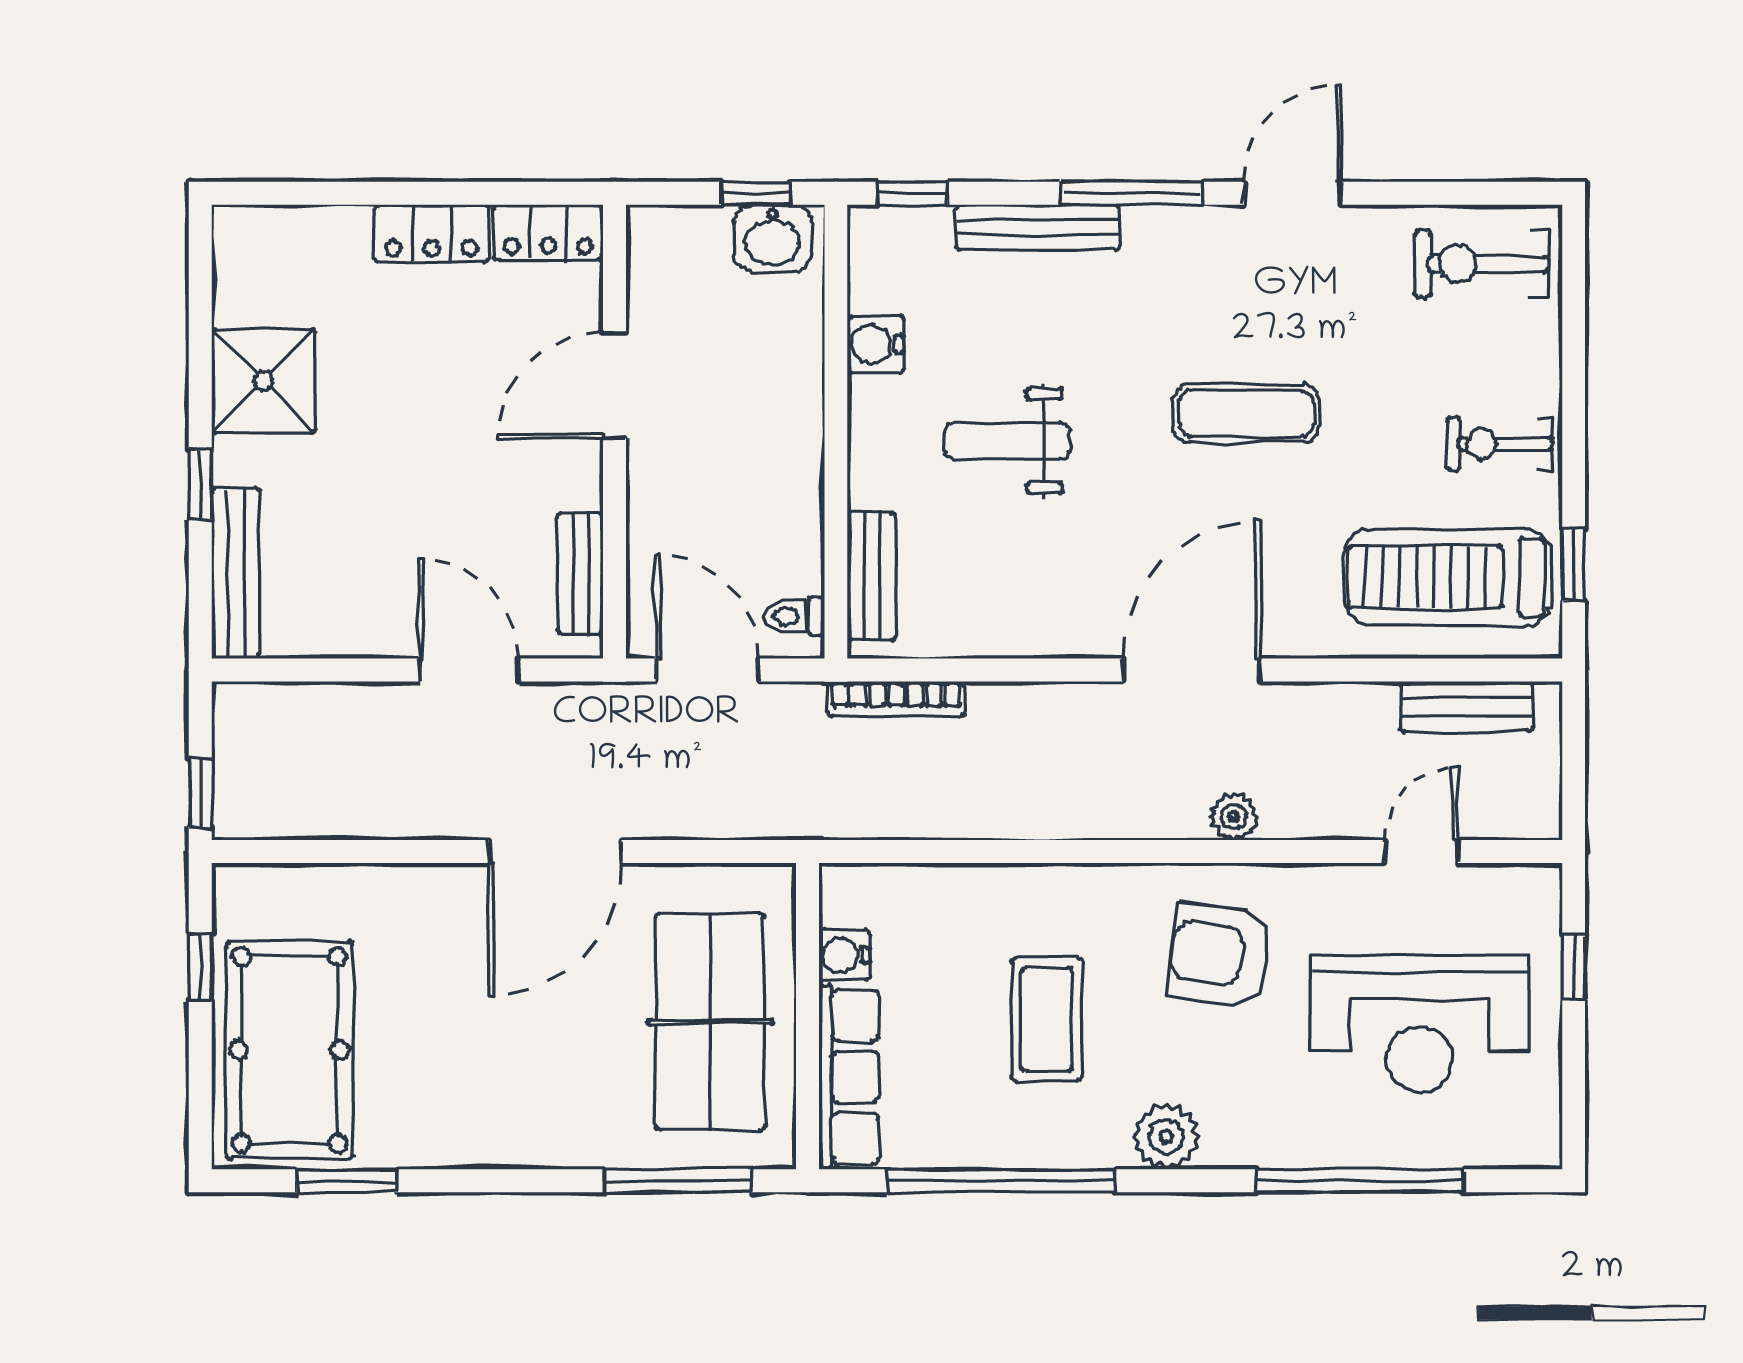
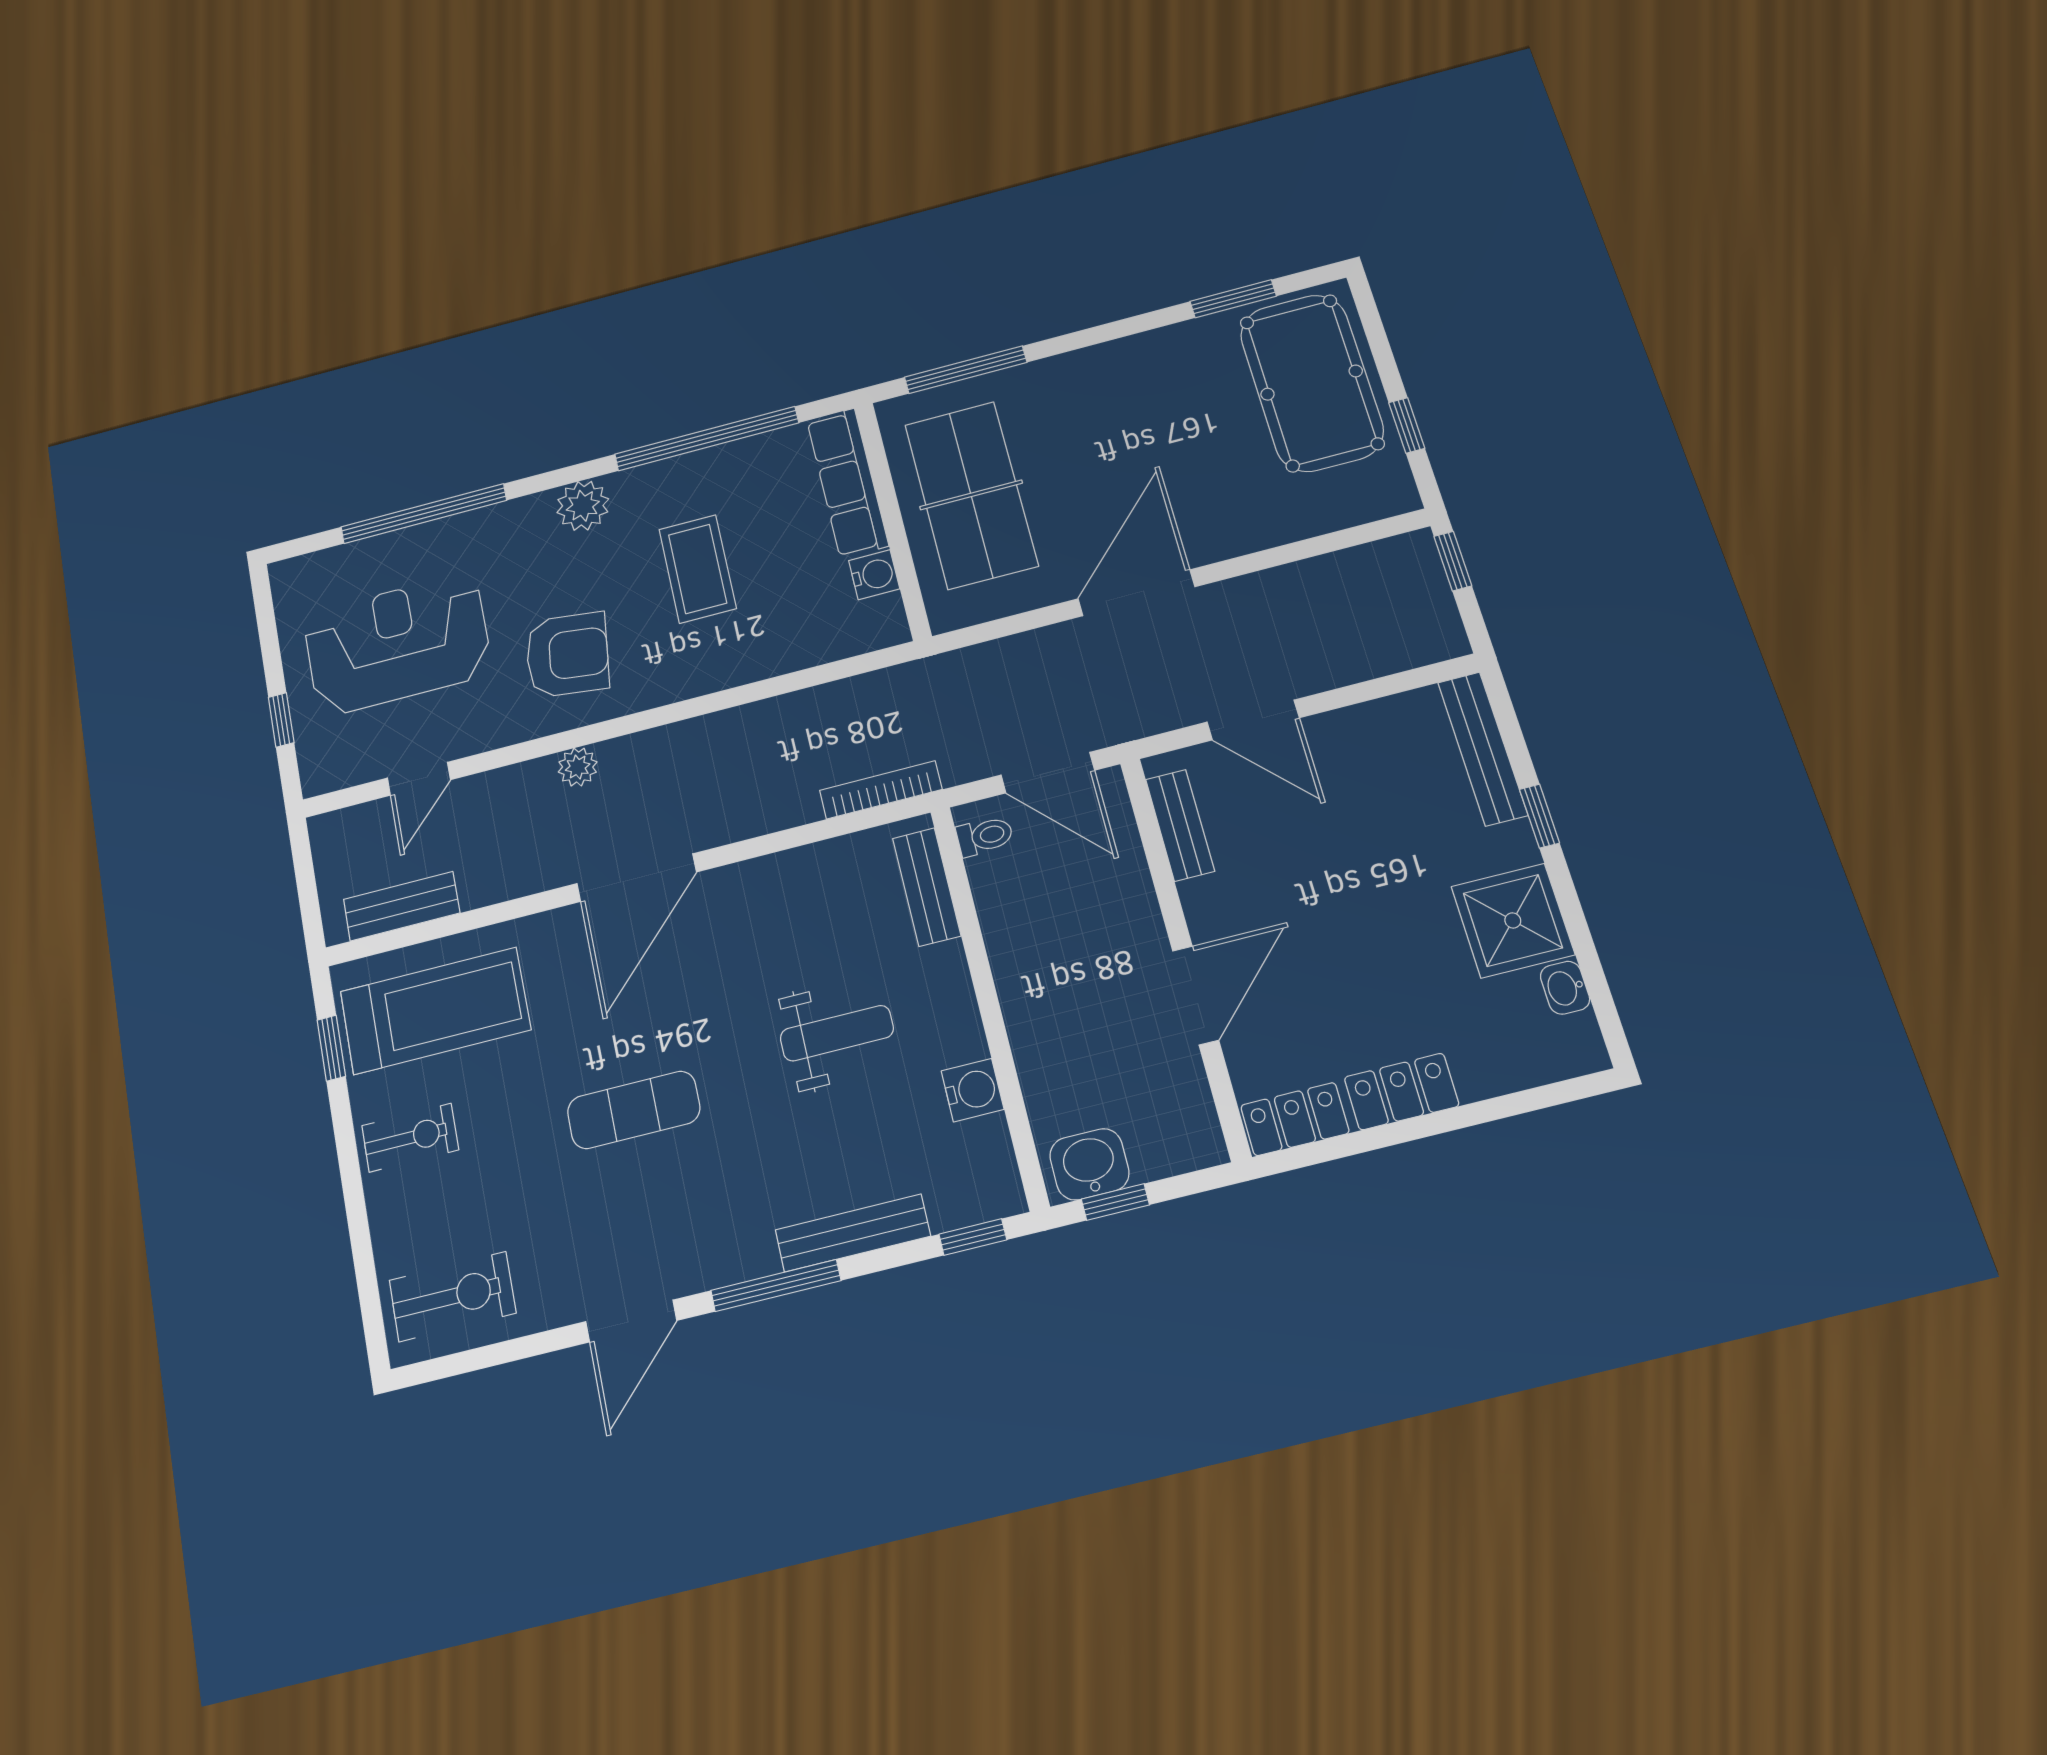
washbasin: (233, 298) -> (1565, 988), added

